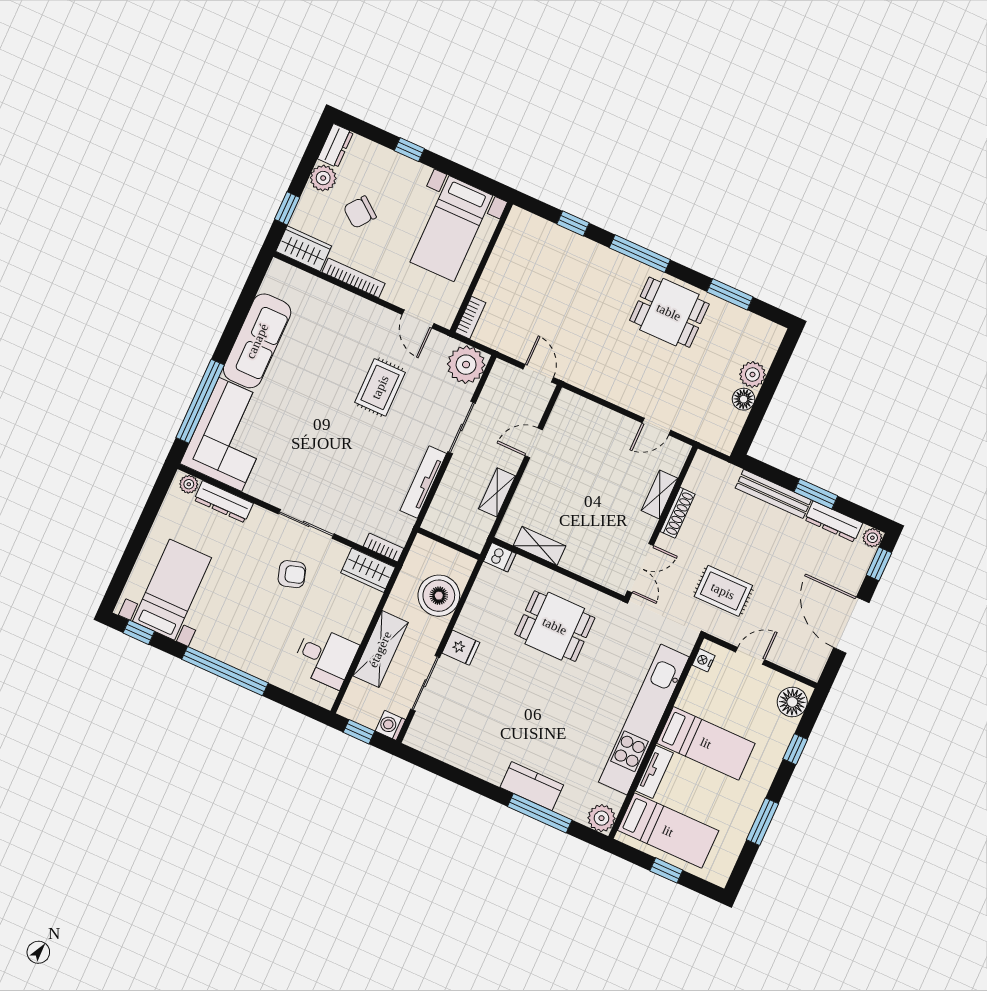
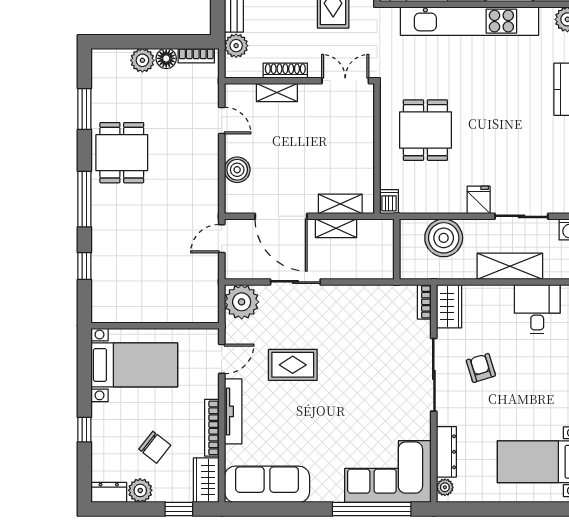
bookcase: (470, 318) -> (196, 56), moved, turned 180
sofa: (257, 341) -> (267, 484), moved
boiler: (600, 420) -> (237, 170), added
door: (534, 443) -> (281, 216), width x1.87
plant: (725, 475) -> (236, 46), added
tv unit: (423, 482) -> (233, 411), moved, turned -90
sliding door: (306, 524) -> (434, 375), width x1.37
shelving: (540, 546) -> (340, 204), moved, turned 90

